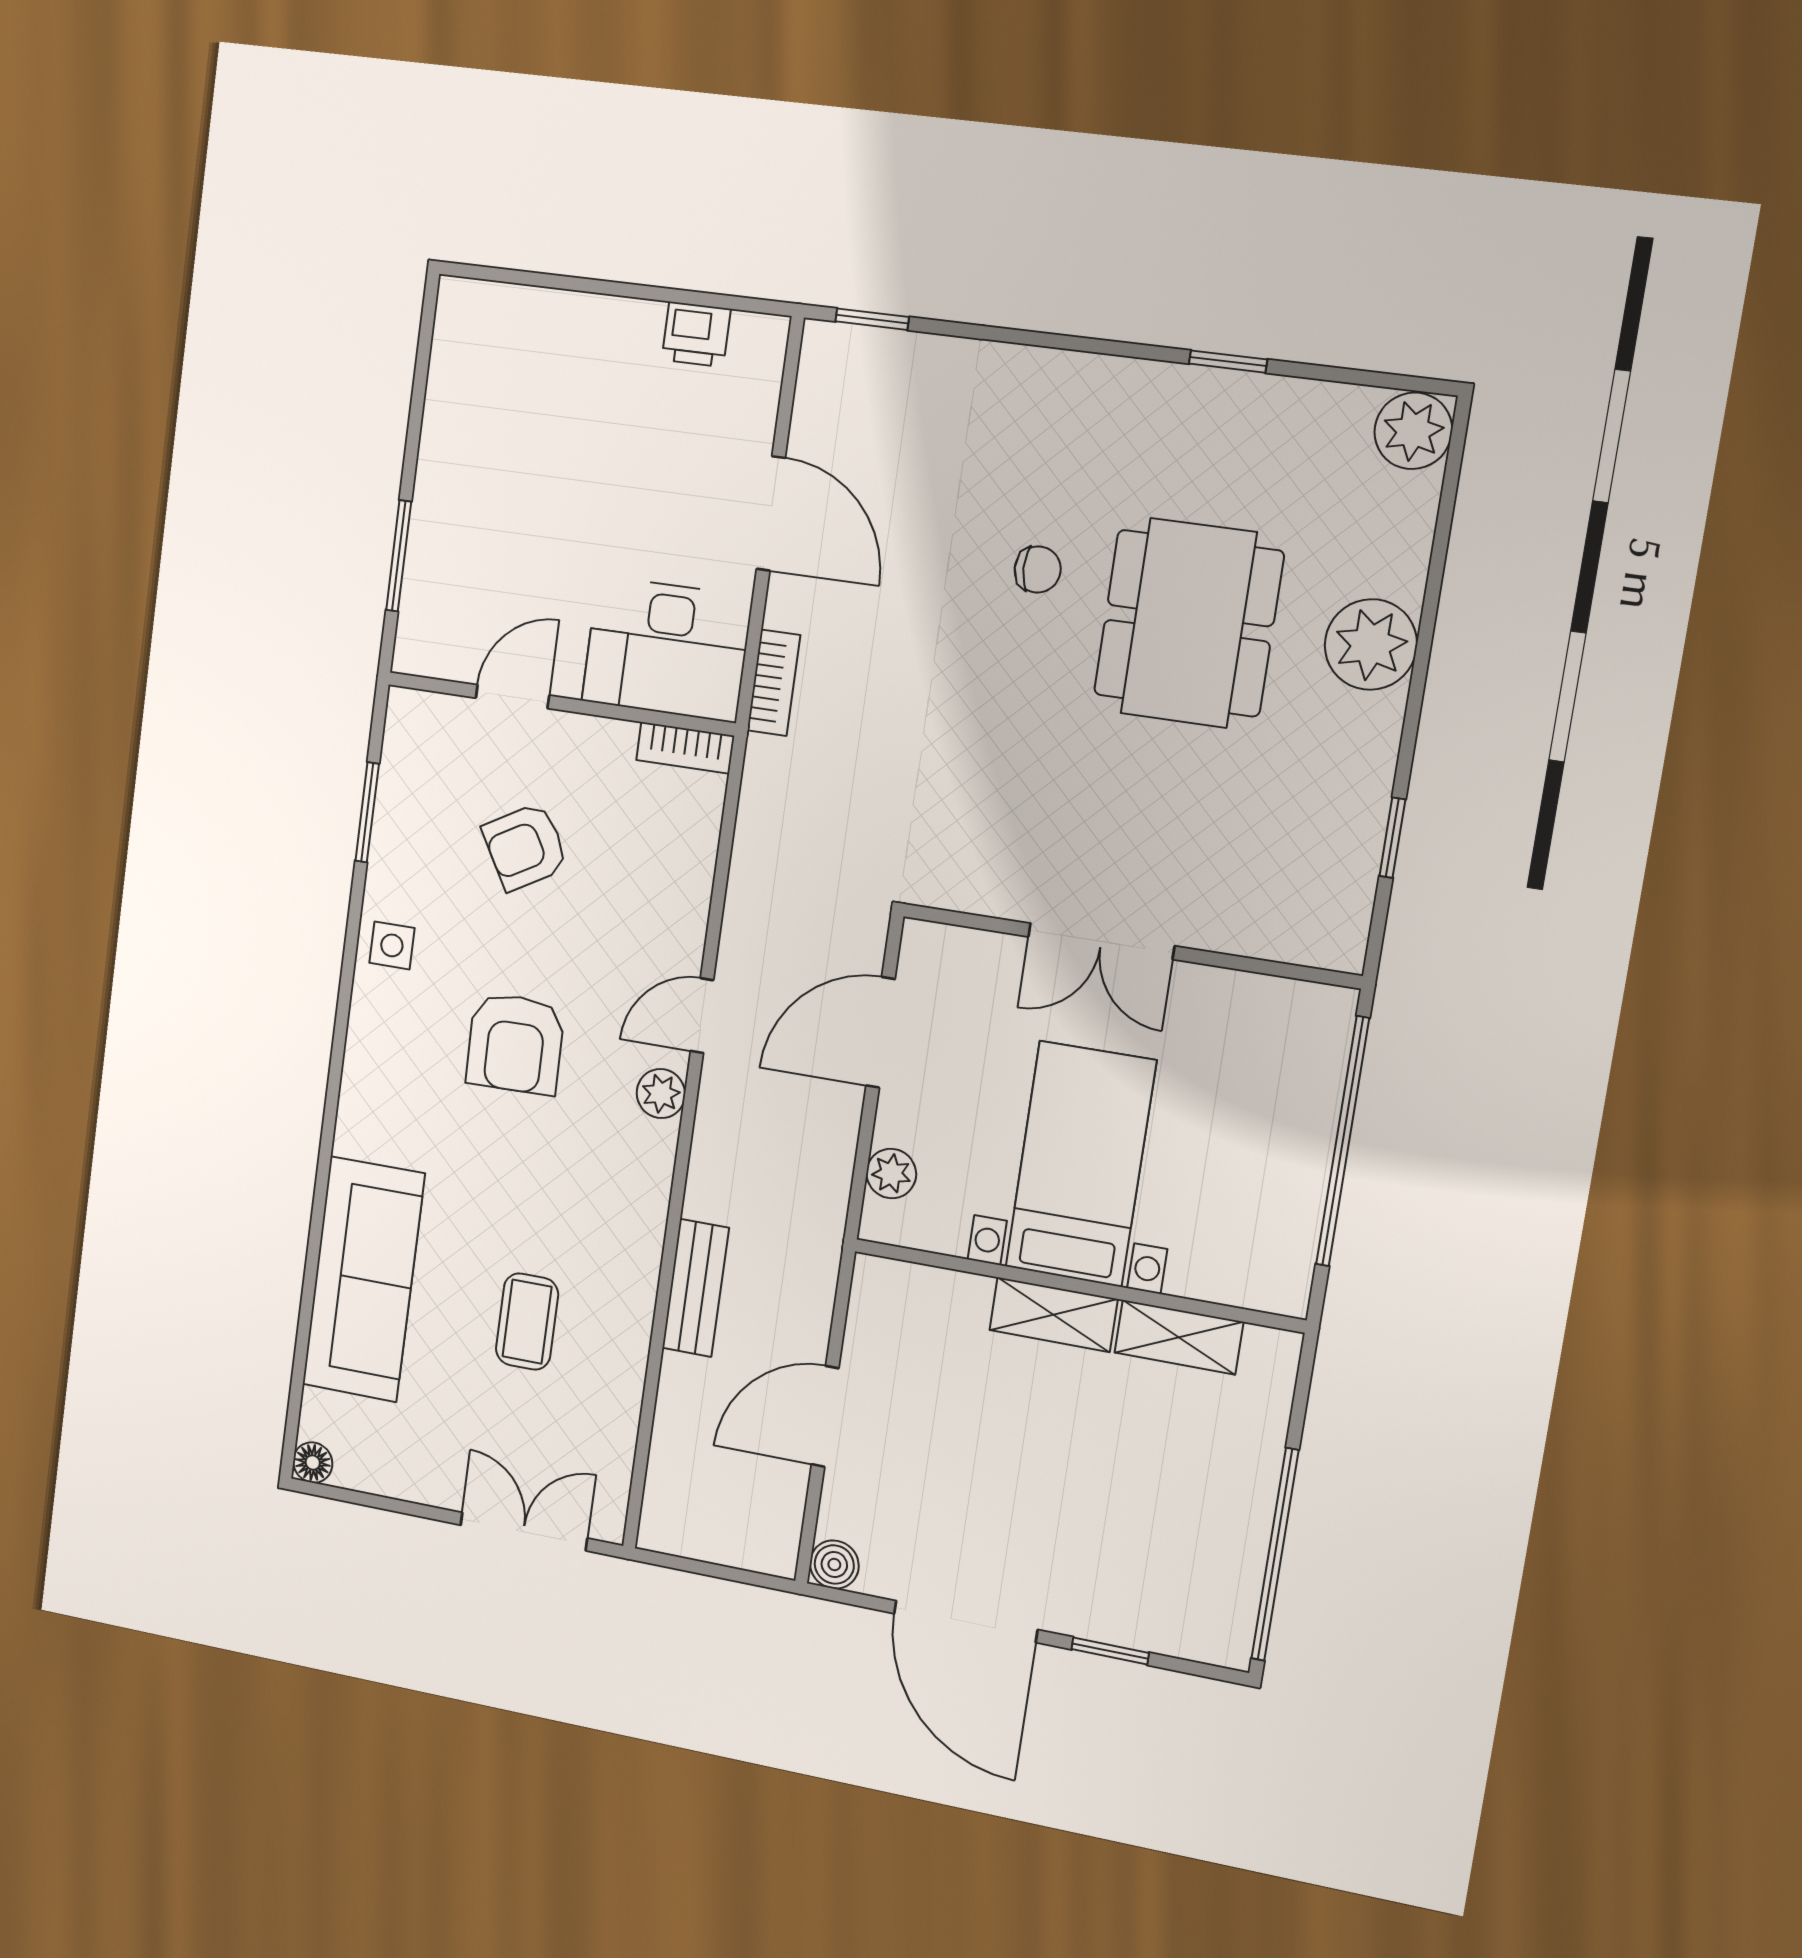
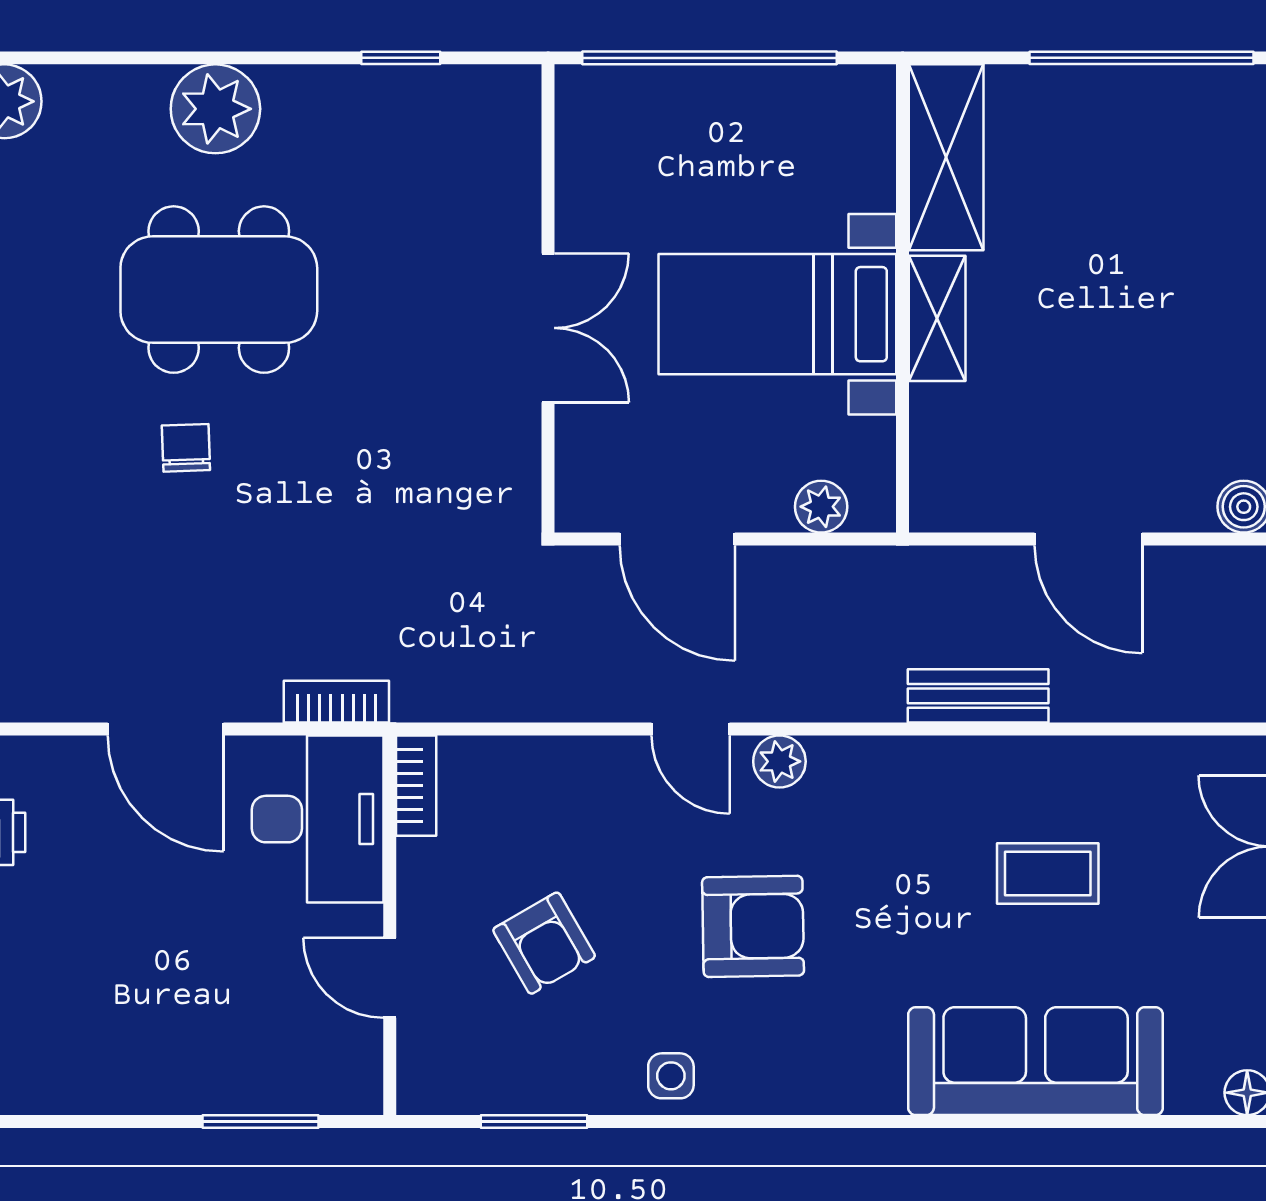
door: (771, 513) -> (166, 729), swing flipped
shelving: (1179, 1337) -> (946, 157), width x1.50, depth x1.33

